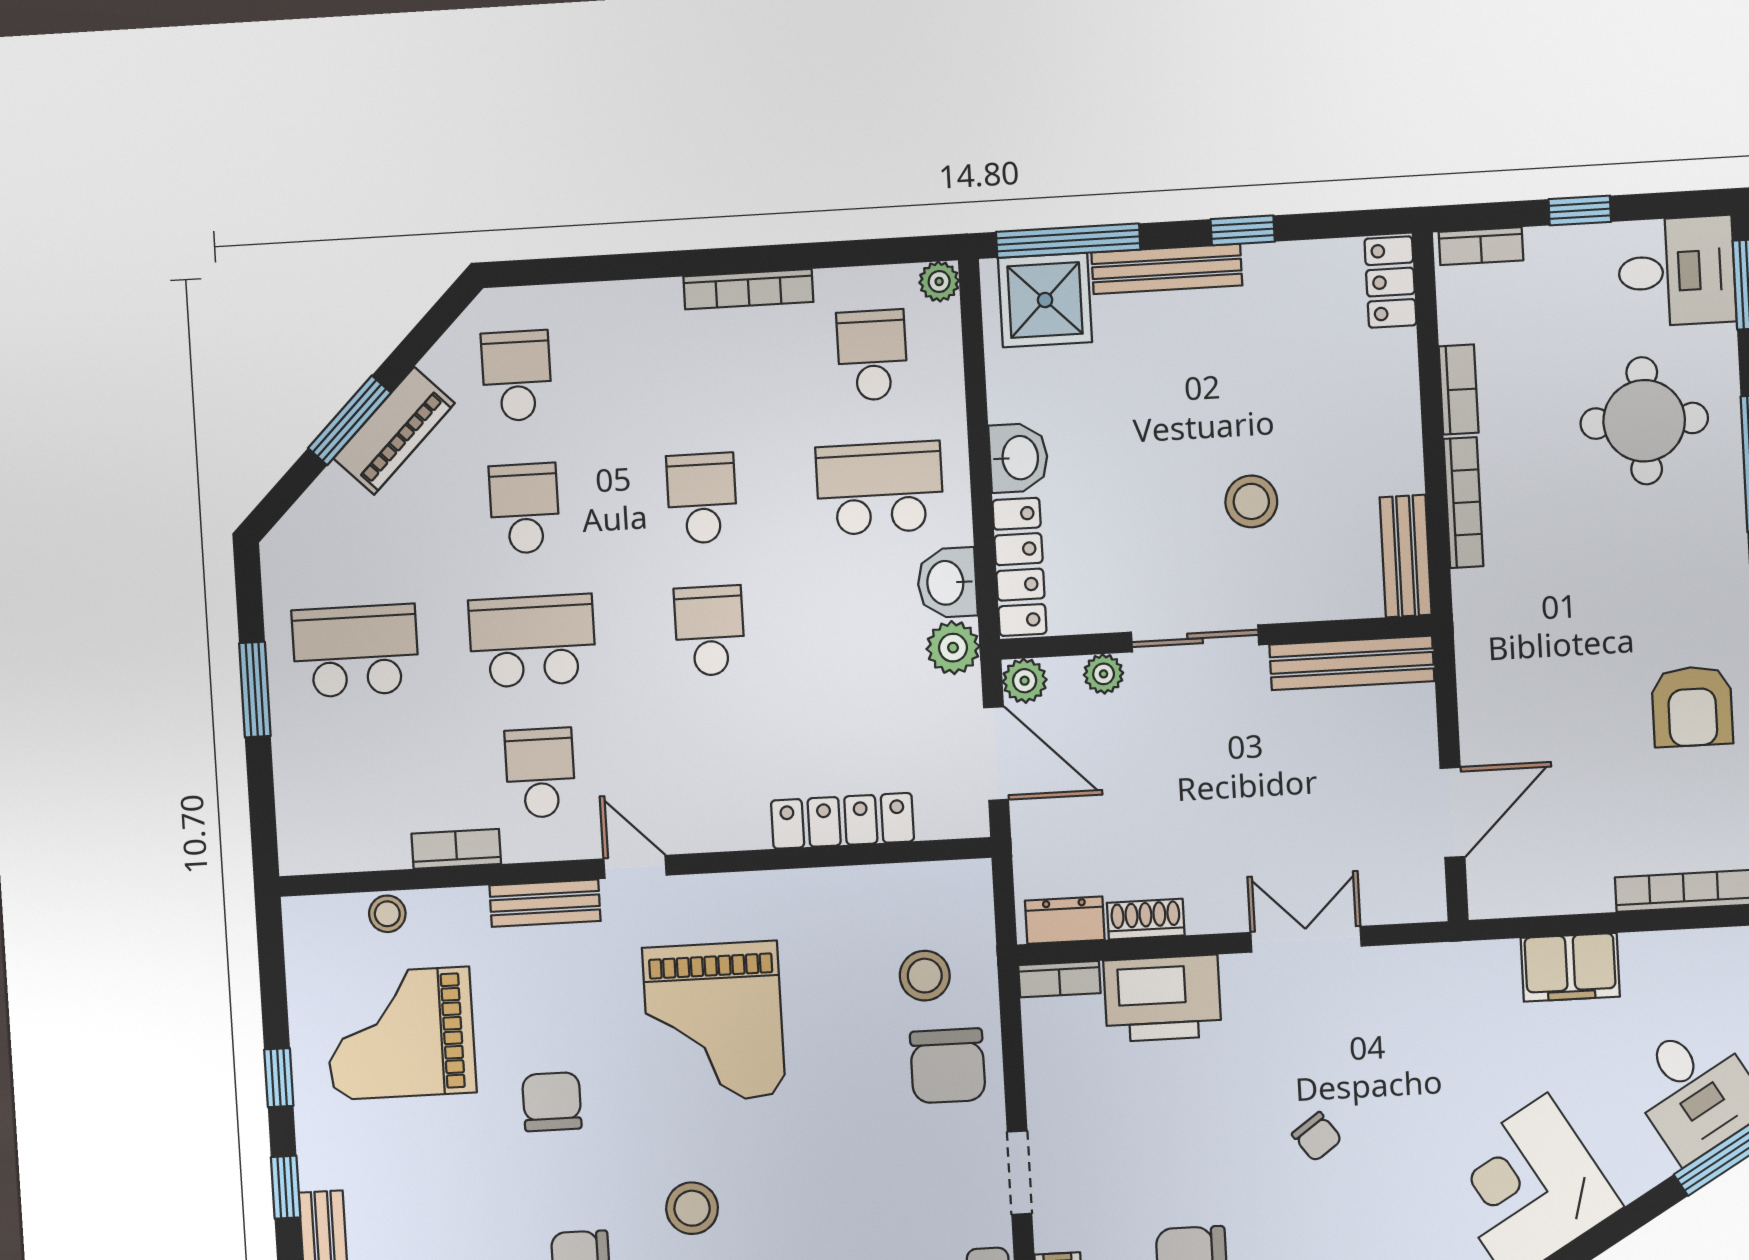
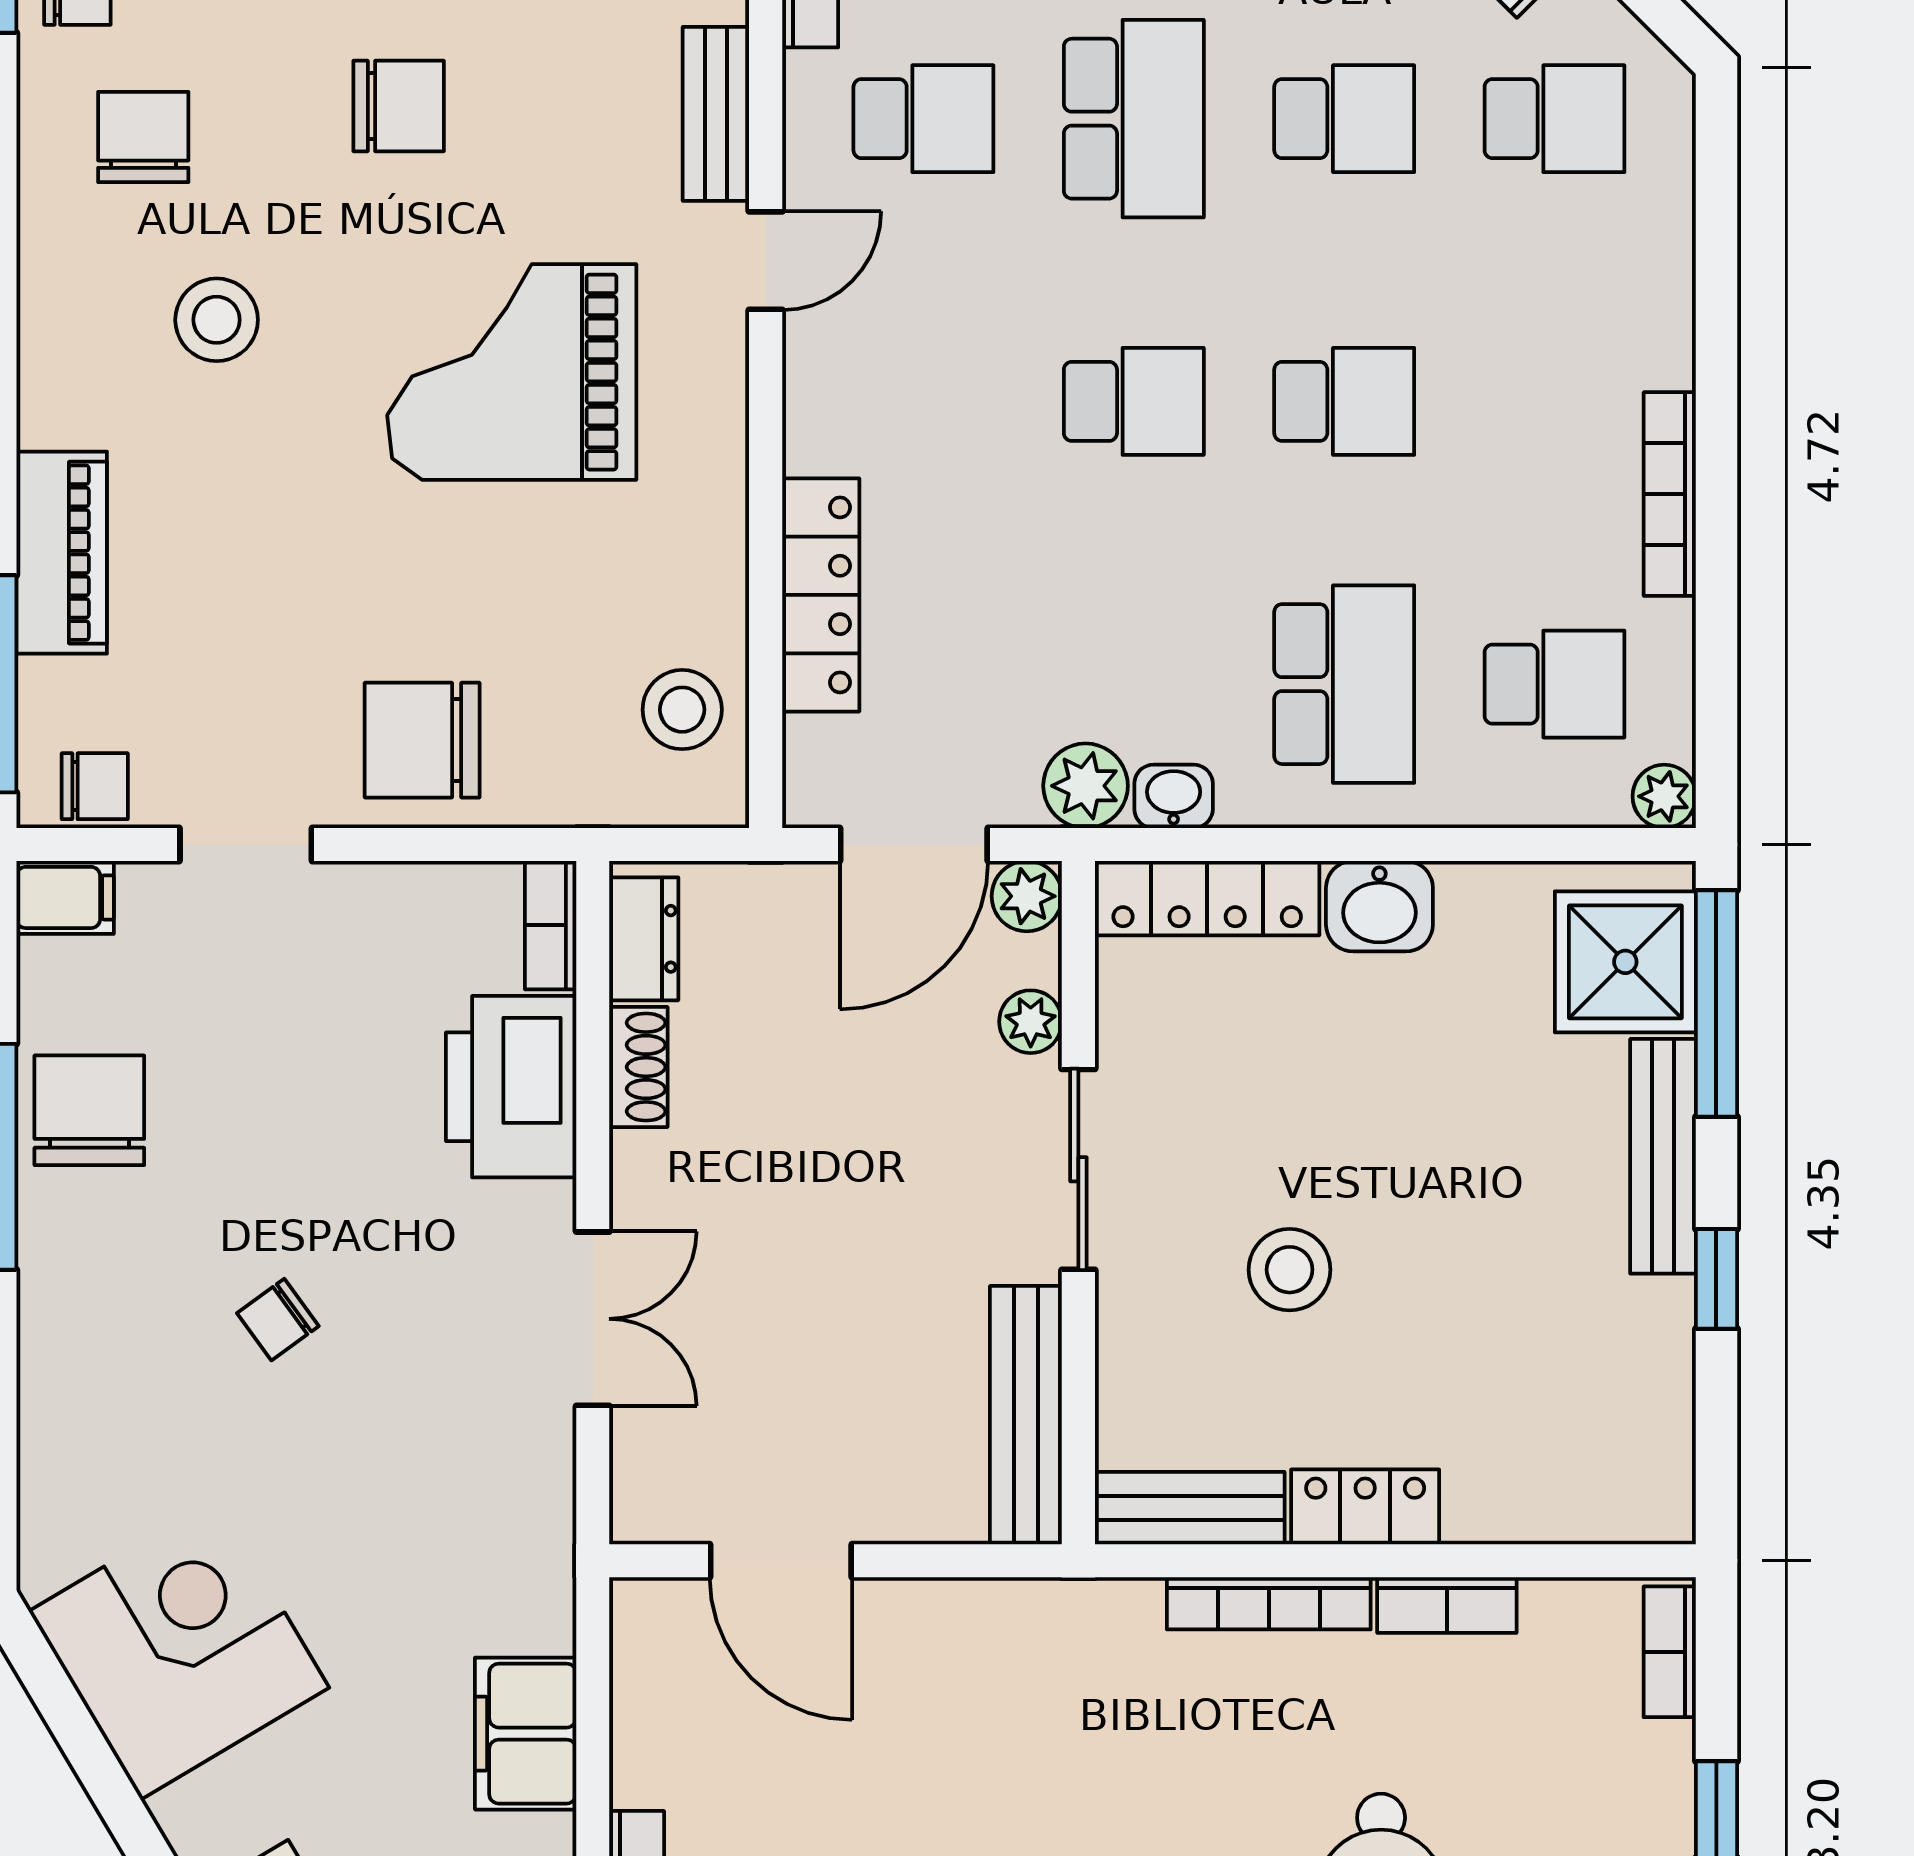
locker: (1390, 282) -> (1365, 1507), moved
washbasin: (947, 583) -> (1174, 796), width x0.72, depth x0.69
stool: (925, 976) -> (682, 710), moved

